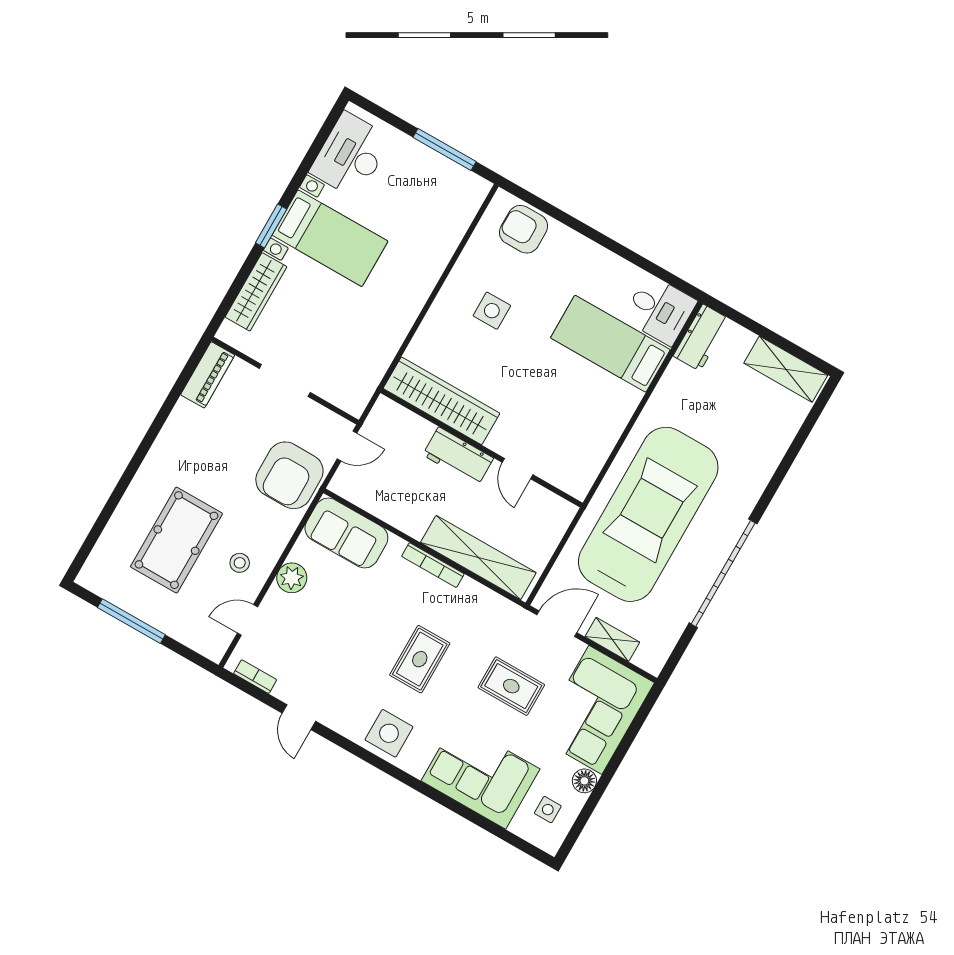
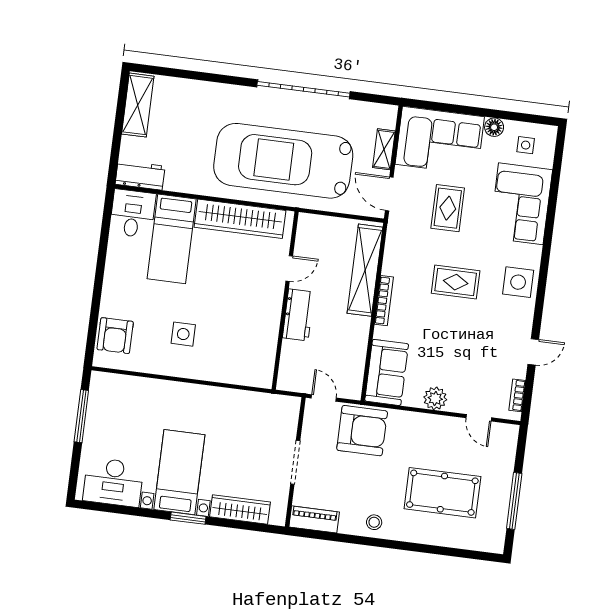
wardrobe: (441, 401) -> (240, 219), moved, turned -90
stool: (240, 563) -> (374, 522), moved

